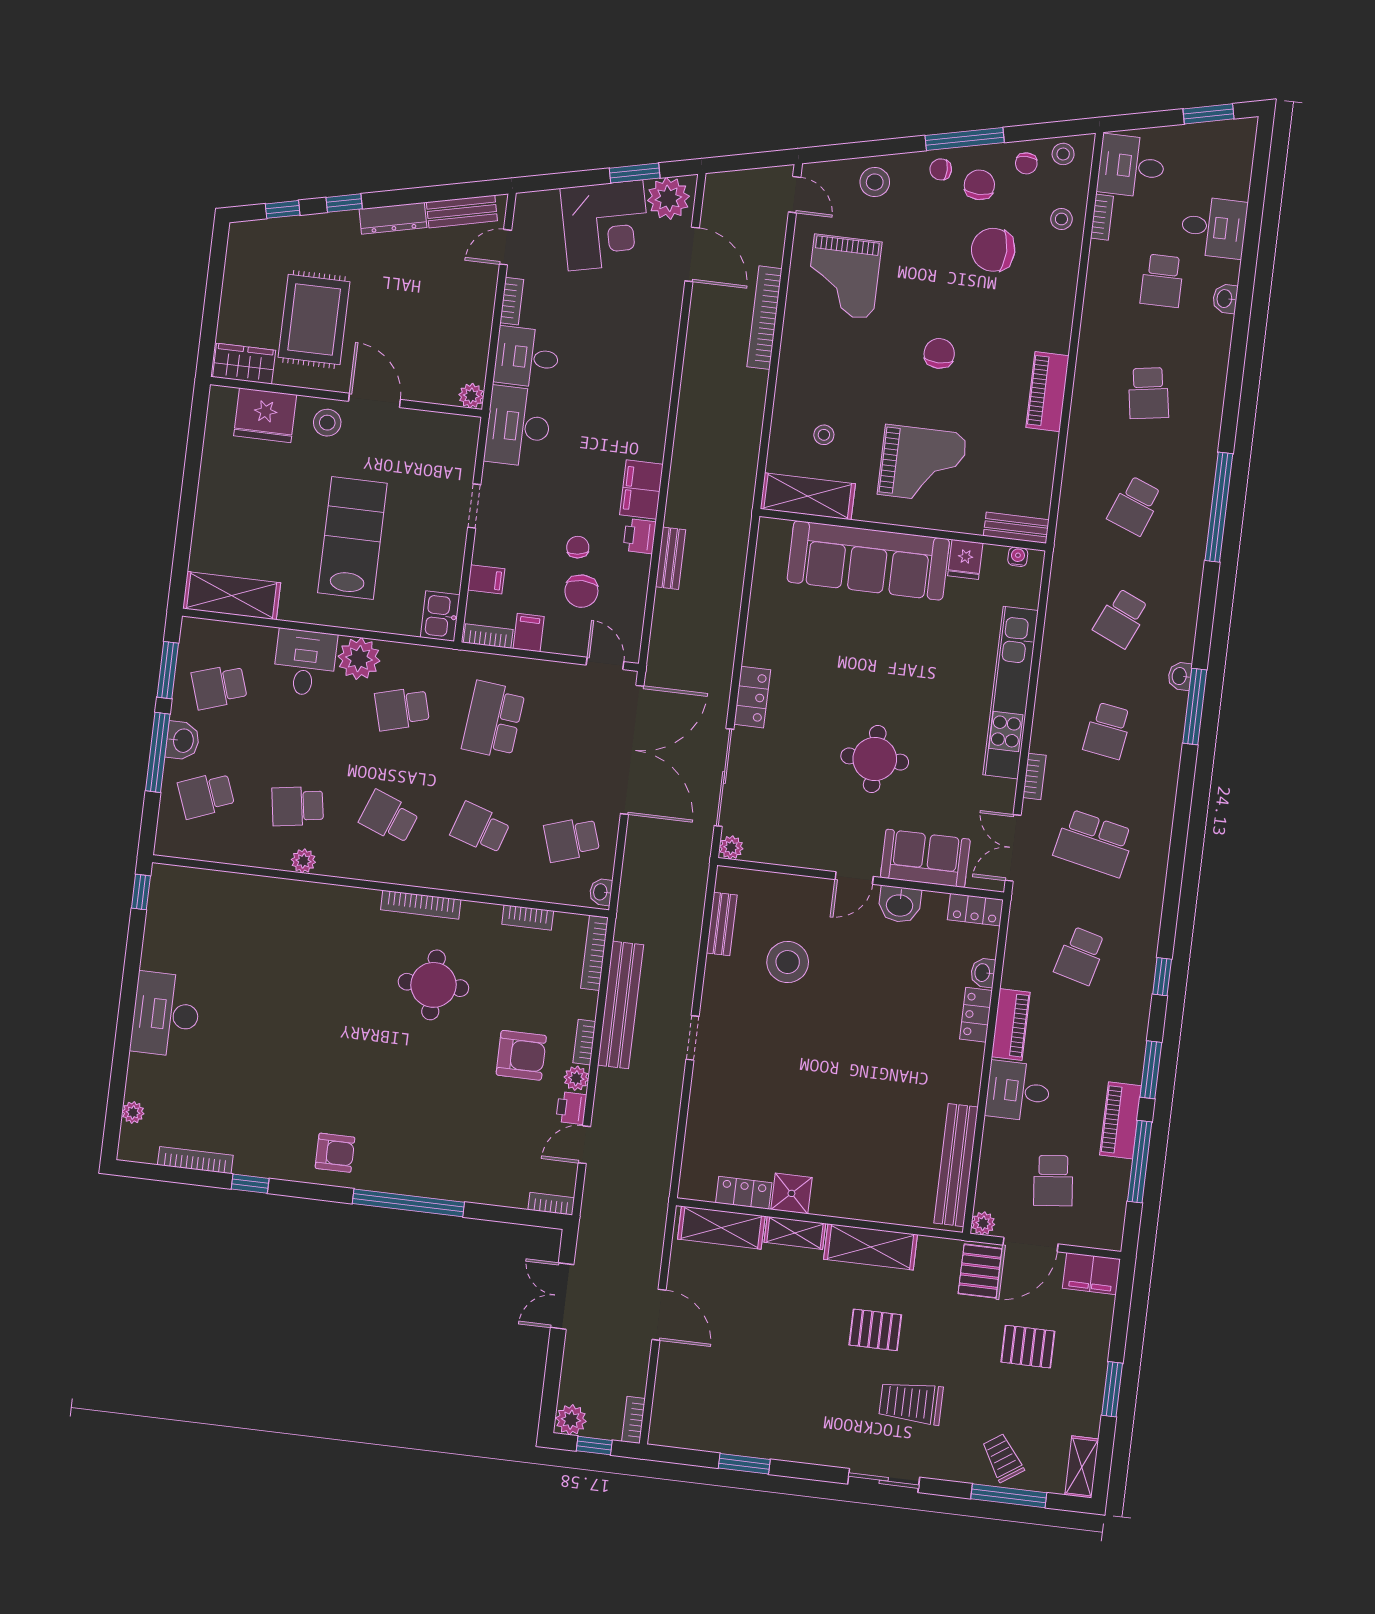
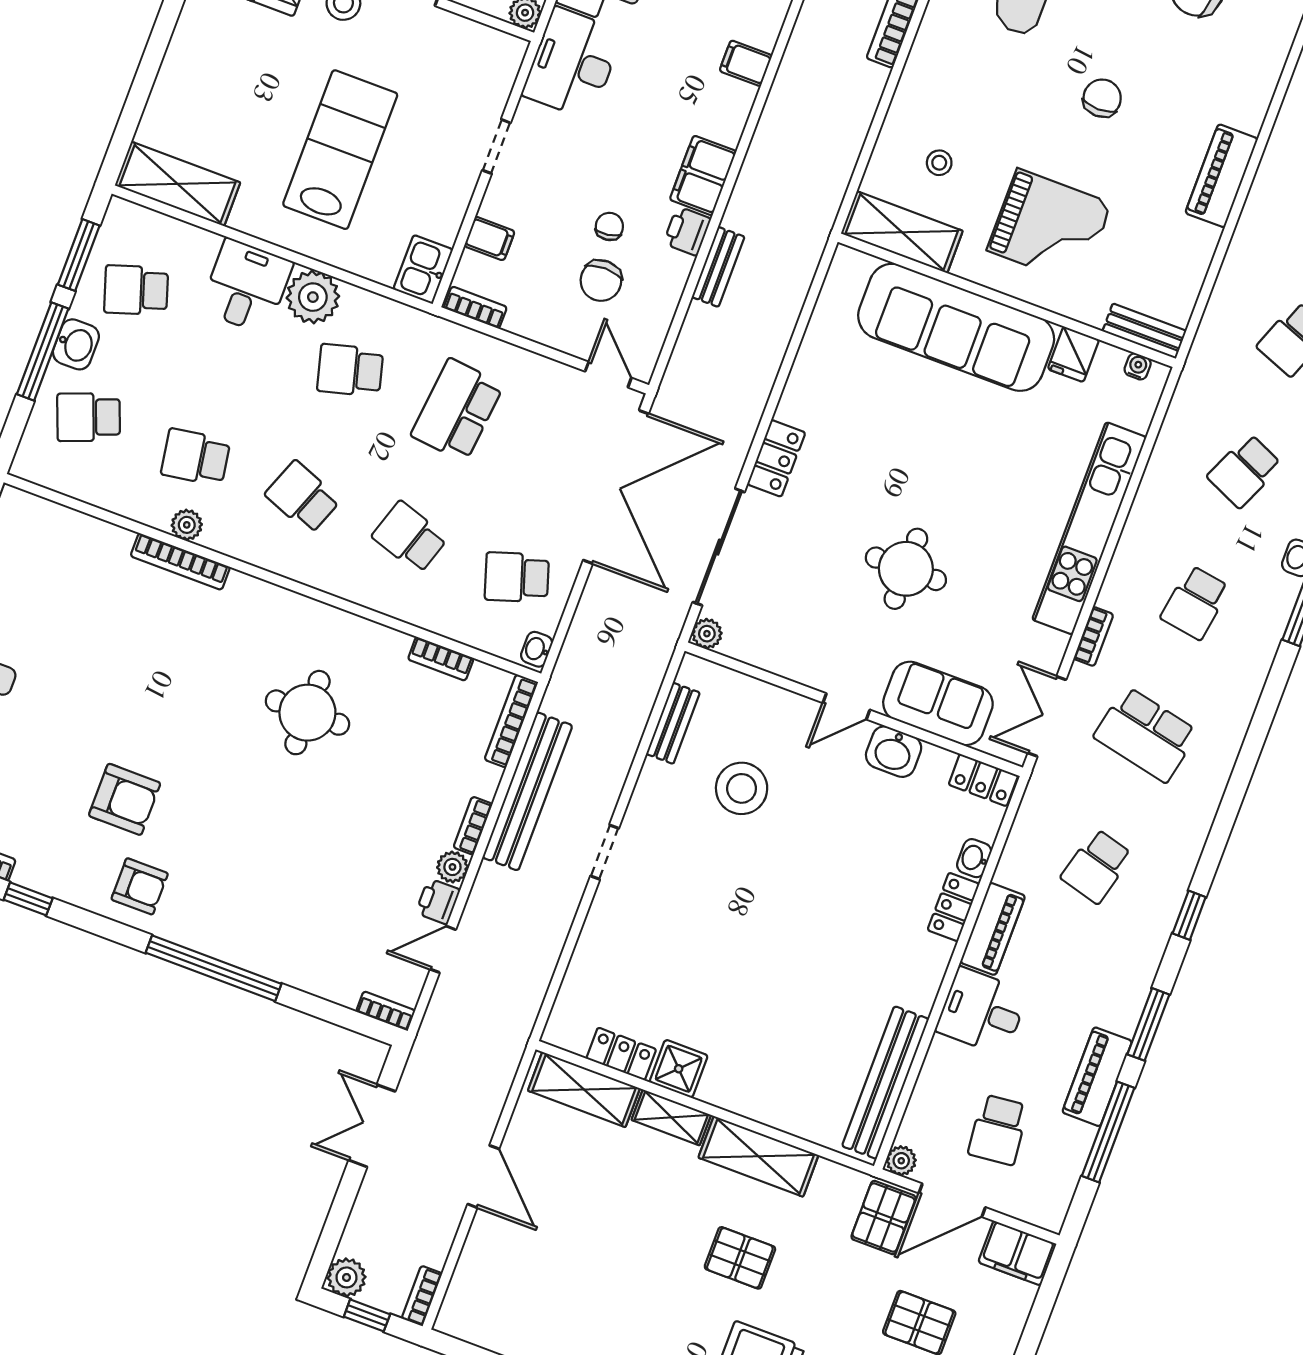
filing cabinet: (529, 632) -> (746, 63), moved, turned -90
bookcase: (421, 905) -> (180, 562), moved
armchair: (521, 1055) -> (125, 799), moved

